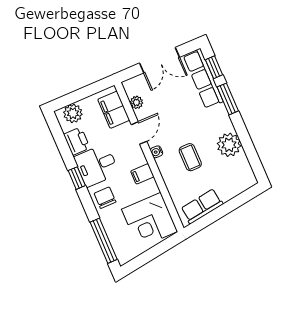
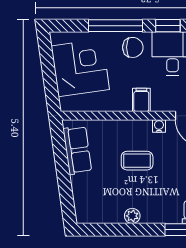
plant: (229, 145) -> (132, 216), width x0.53, depth x0.53
corner desk: (150, 220) -> (80, 68), moved, turned 82
window: (104, 241) -> (115, 26), moved

